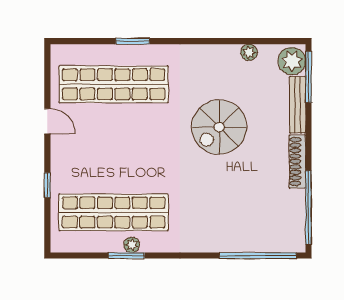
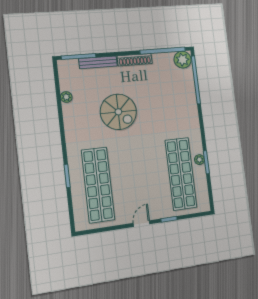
plant: (292, 61) -> (183, 60), moved
door: (47, 121) -> (142, 224), moved

